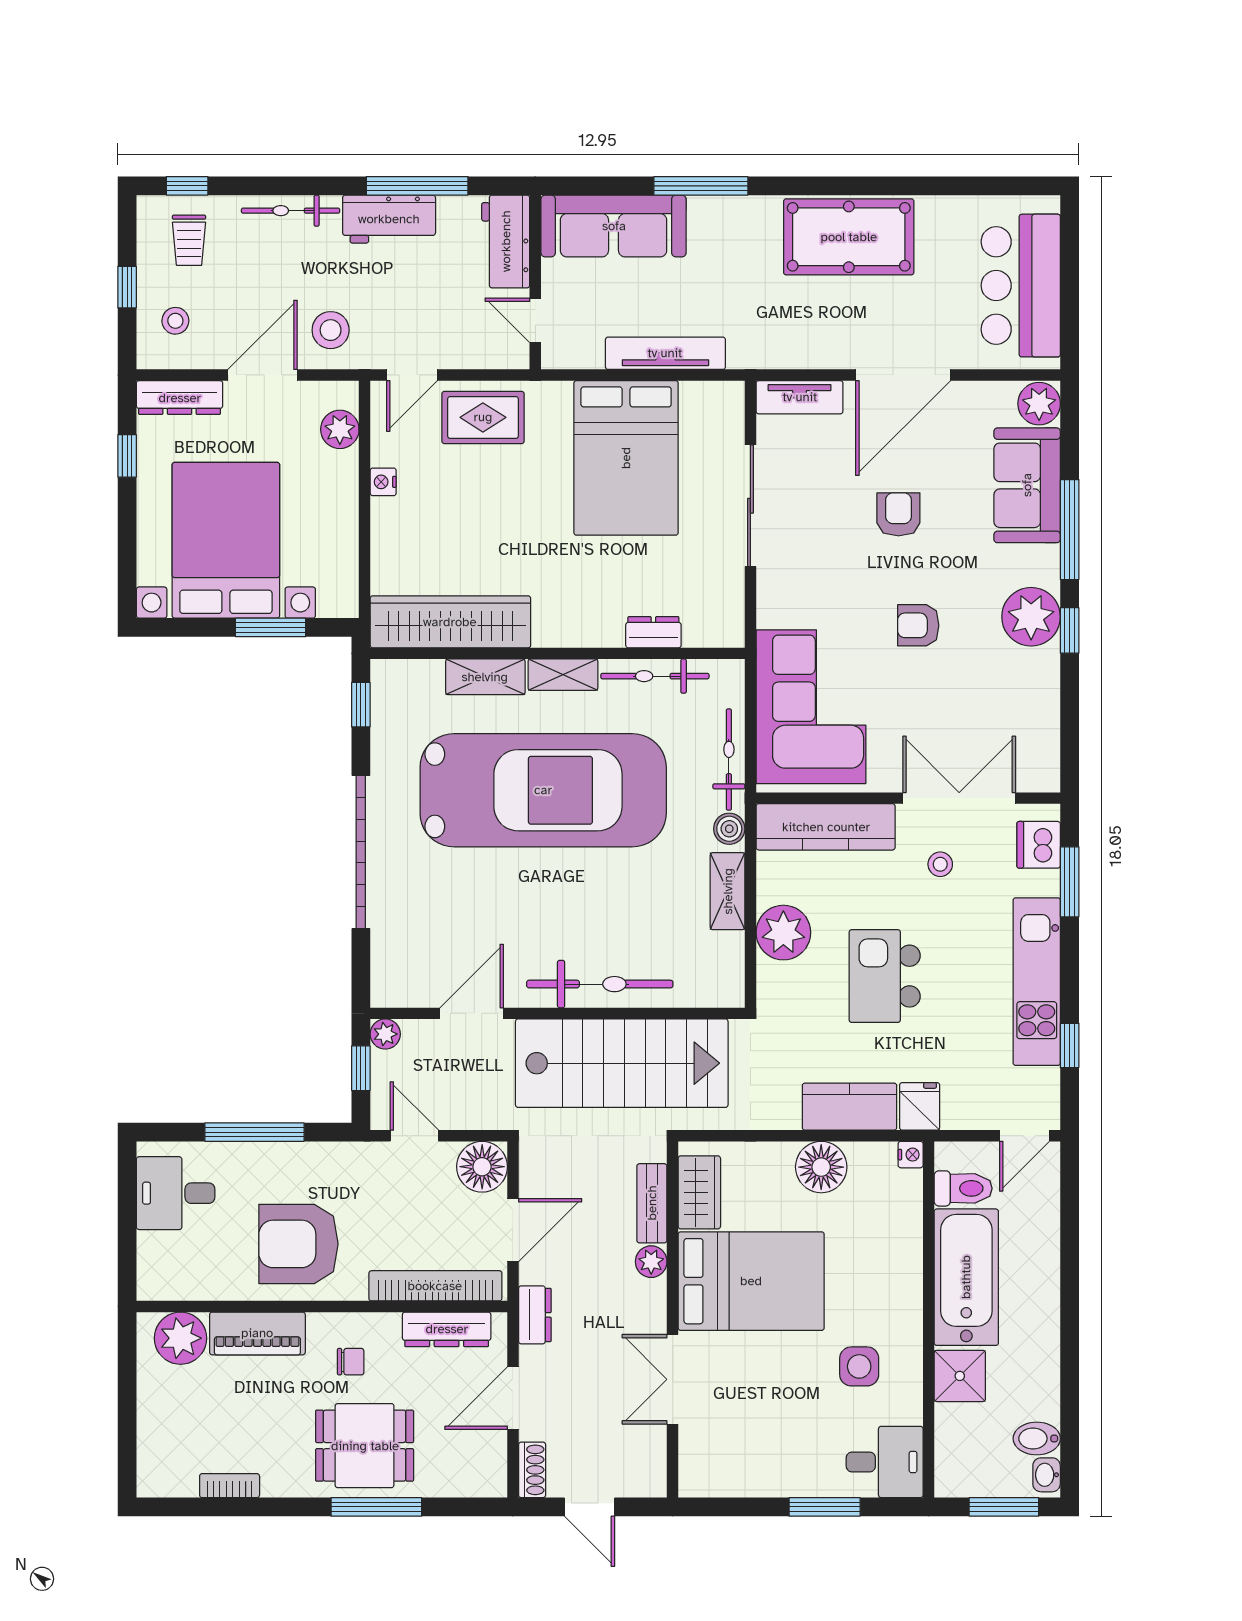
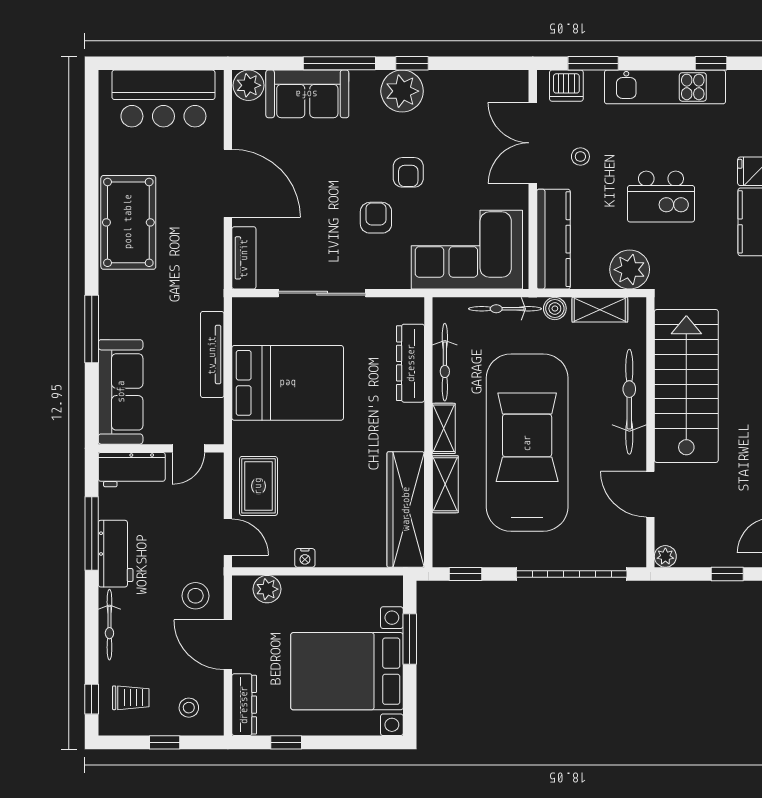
armchair: (898, 514) -> (376, 218), moved, turned 90
dresser: (653, 632) -> (411, 363), width x1.96, depth x1.24
bicycle: (600, 984) -> (629, 402), moved
door: (472, 1013) -> (650, 494), moved
wall: (558, 1013) -> (650, 432), moved
plant: (385, 1034) -> (665, 556), moved
stairs: (622, 1063) -> (686, 386), moved

